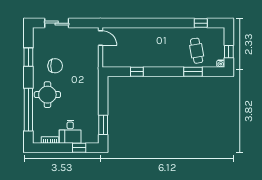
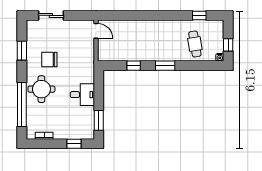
chair: (55, 66) -> (49, 59), turned 180
window: (193, 72) -> (165, 66), moved
desk: (70, 132) -> (82, 95), moved, turned -90

